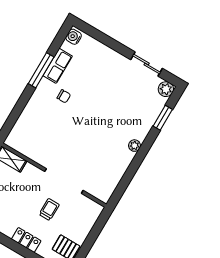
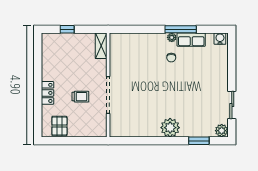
plant: (44, 84) -> (172, 37), added
plant: (135, 146) -> (170, 128), width x1.87, depth x1.87

